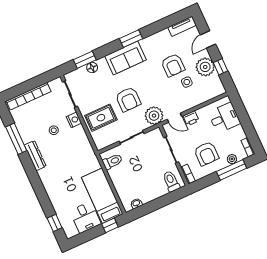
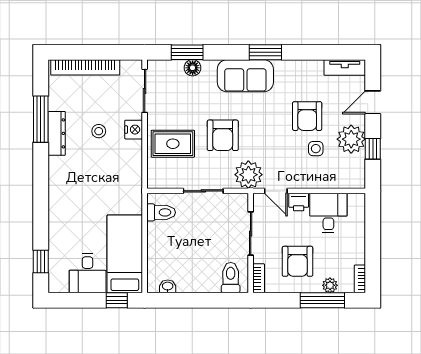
desk: (224, 118) -> (328, 213), moved, turned -90
dresser: (35, 156) -> (57, 133), moved

